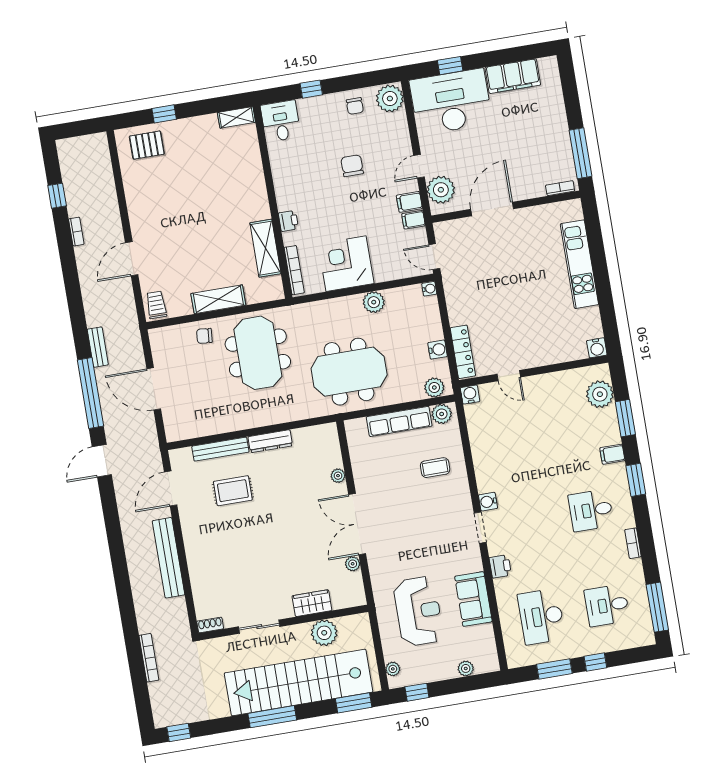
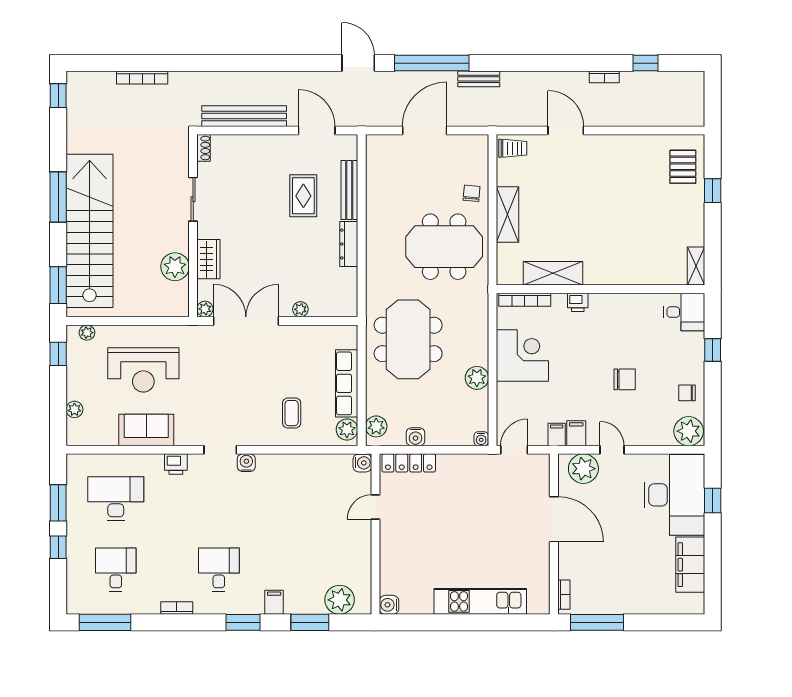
wardrobe: (312, 603) -> (208, 259), moved
wall: (284, 623) -> (193, 226), moved
shoe rack: (210, 625) -> (204, 148), moved
sliding door: (259, 627) -> (193, 199), moved
plant: (324, 633) -> (175, 267), moved

